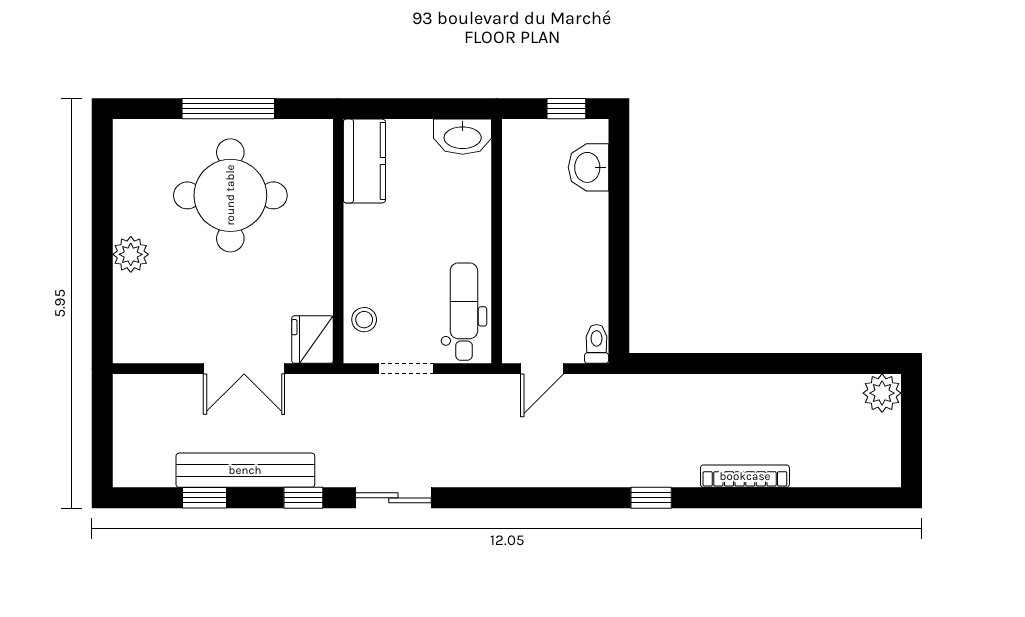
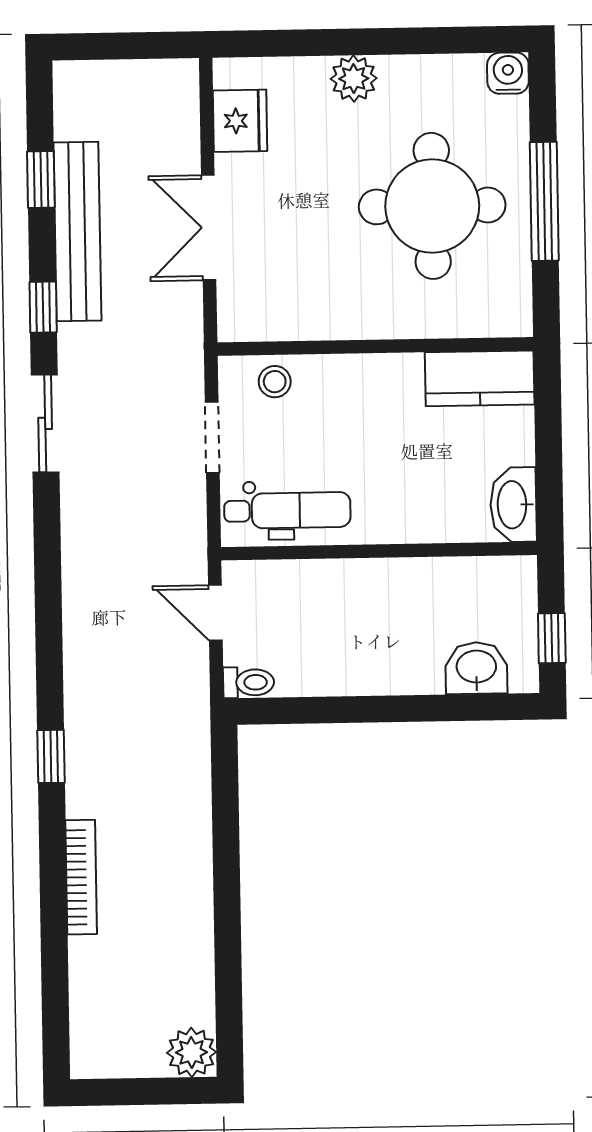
water cooler: (129, 135) -> (508, 73), added
fridge: (312, 340) -> (240, 121), moved, turned 90

